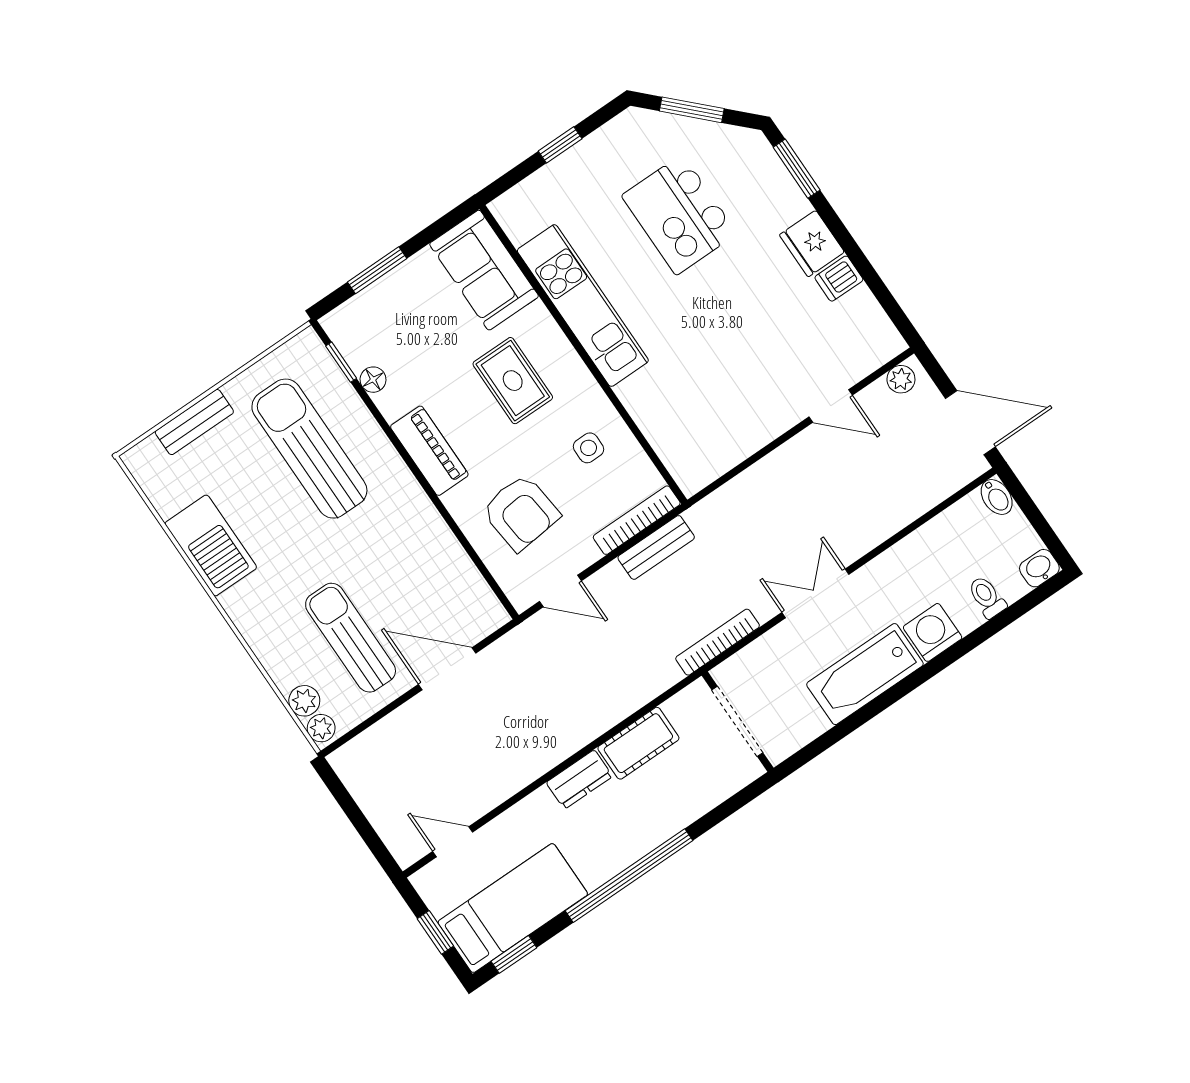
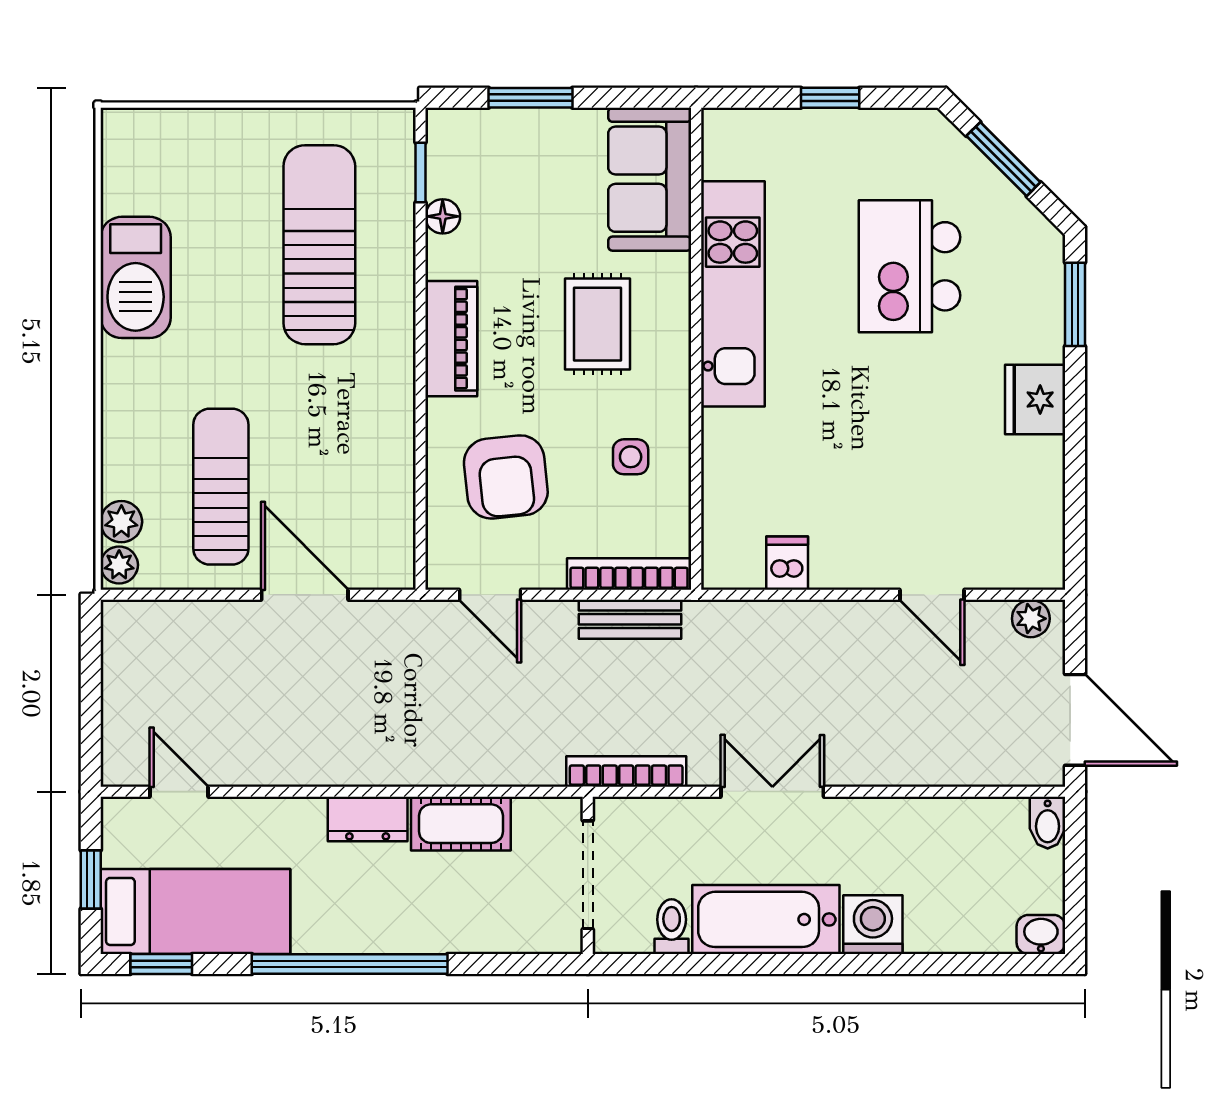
dishwasher: (839, 279) -> (787, 563), moved, turned 90
bench: (194, 422) -> (211, 127), removed
toilet: (987, 597) -> (672, 927), moved

